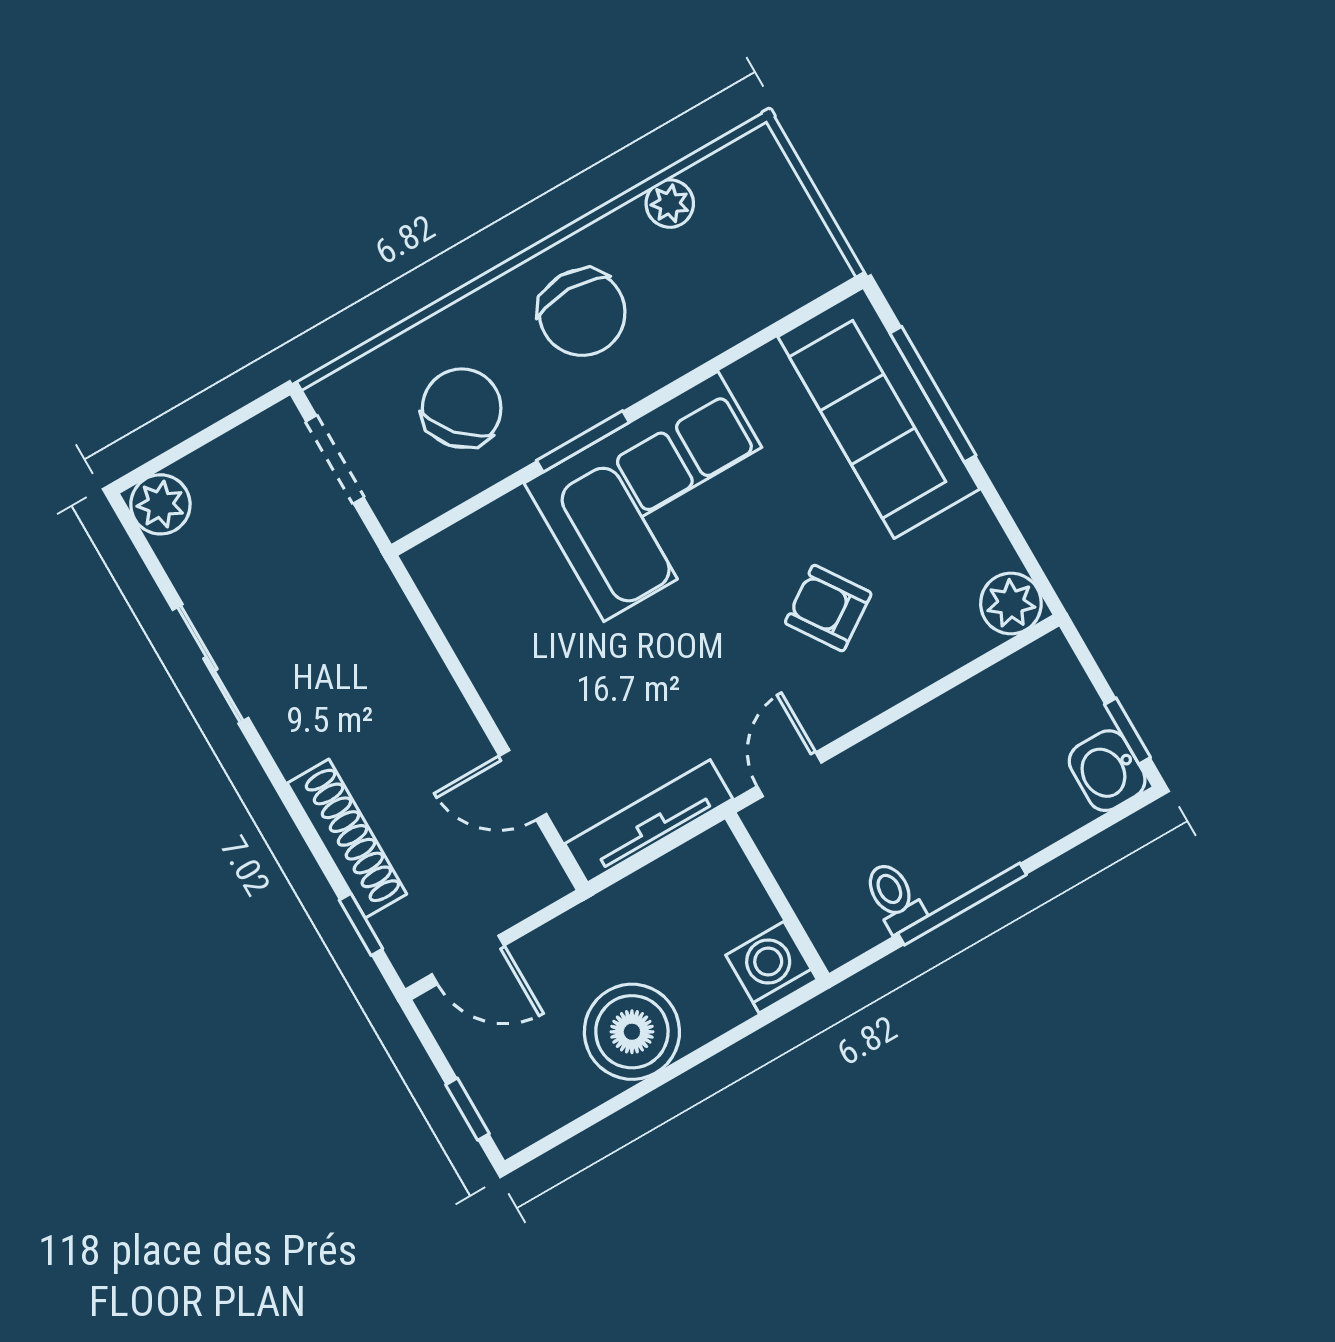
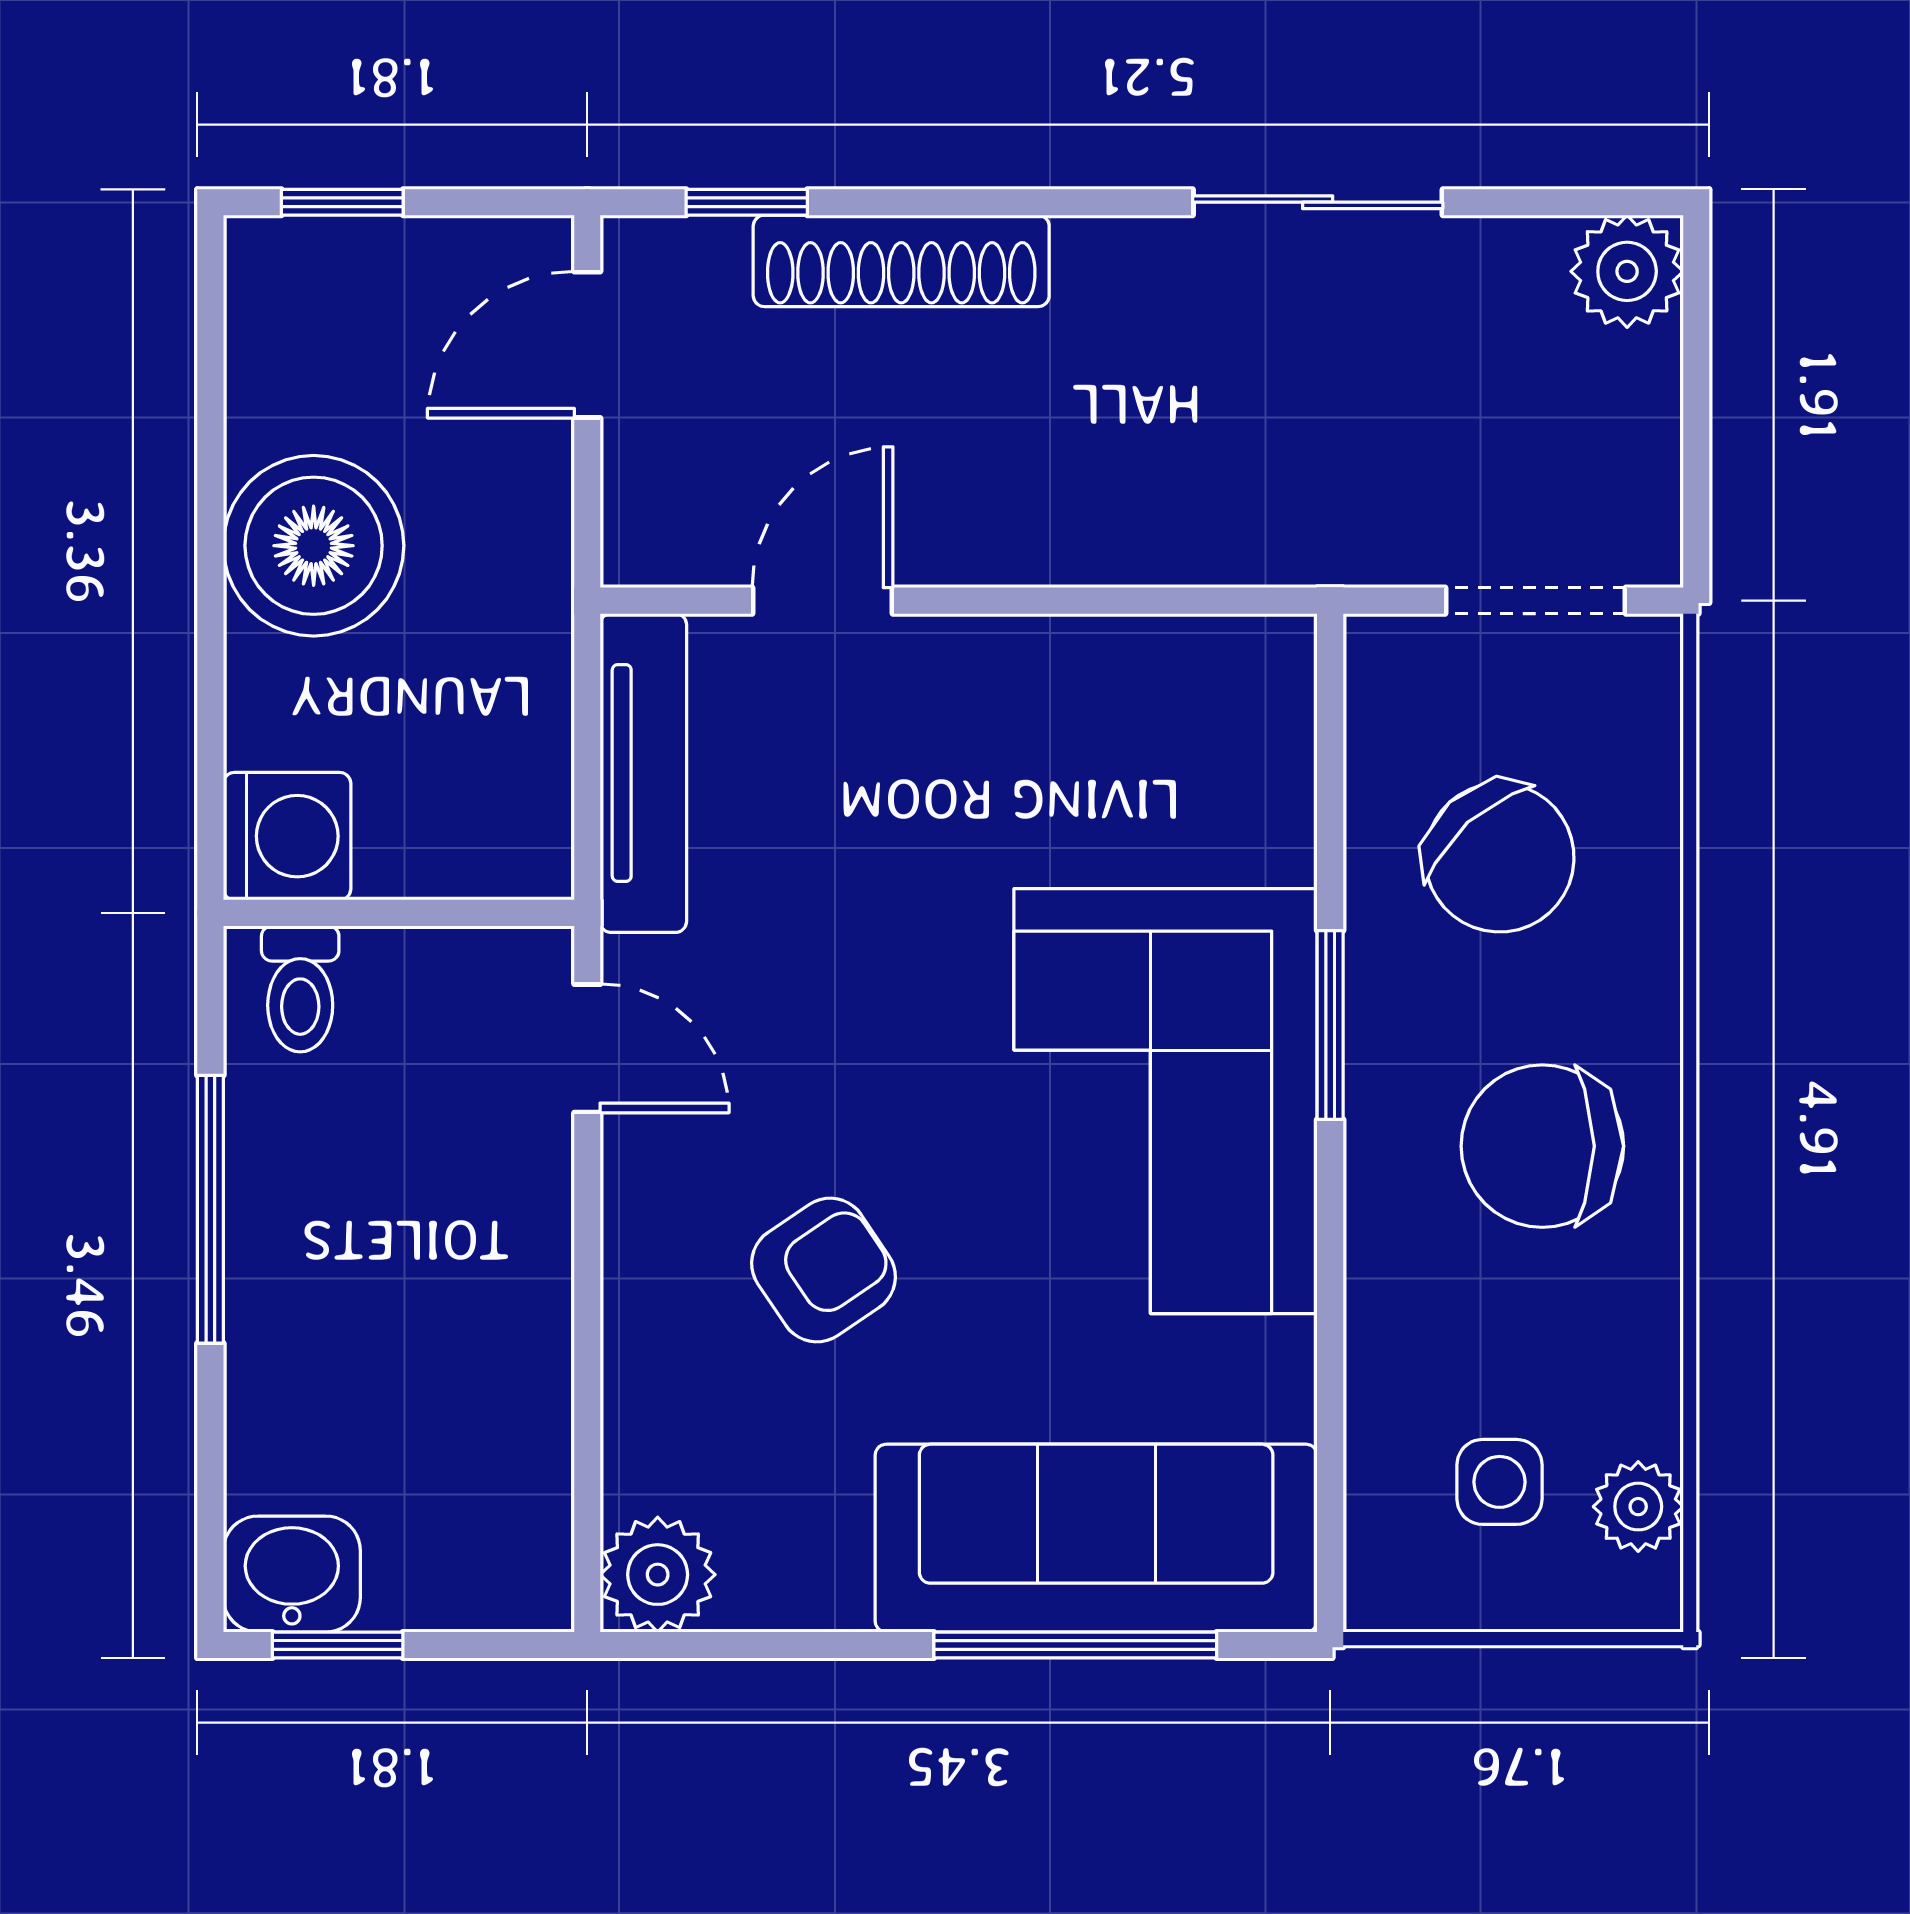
plant: (670, 204) -> (1638, 1507), moved
side table: (747, 244) -> (1500, 1482), added
toilet: (894, 897) -> (300, 989), moved, turned 90

